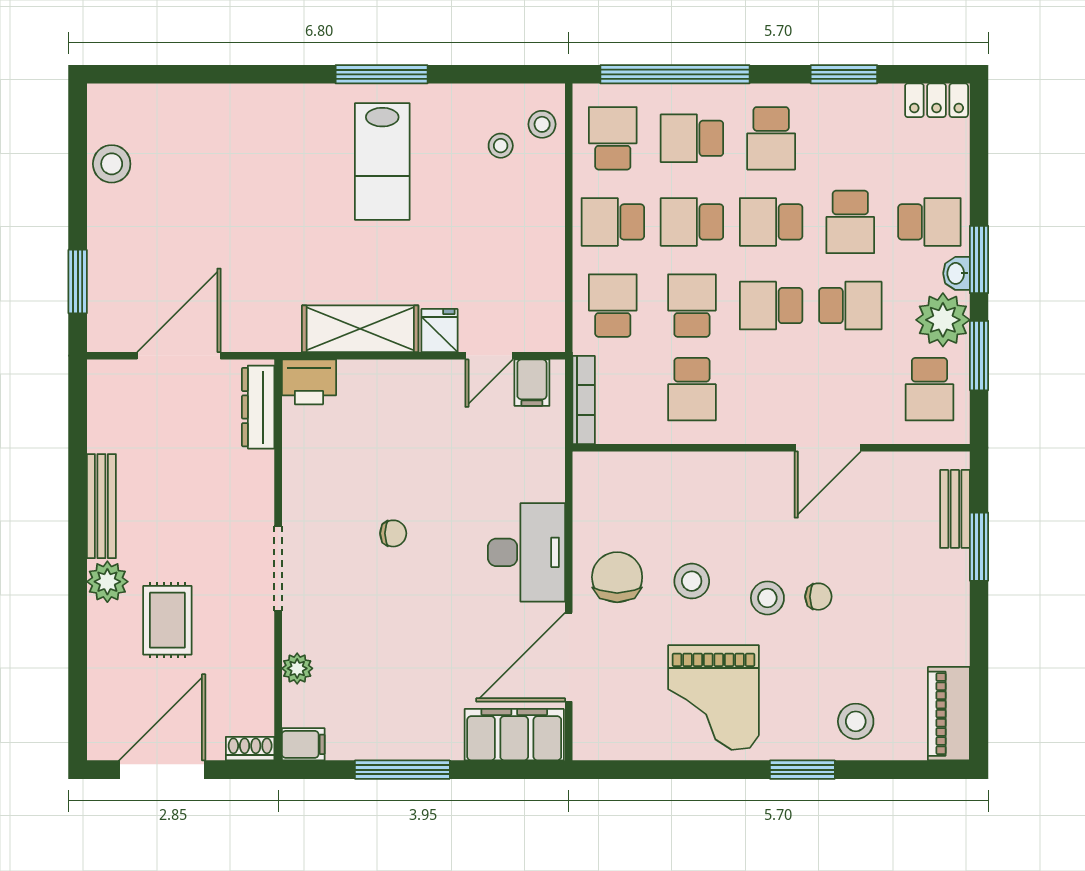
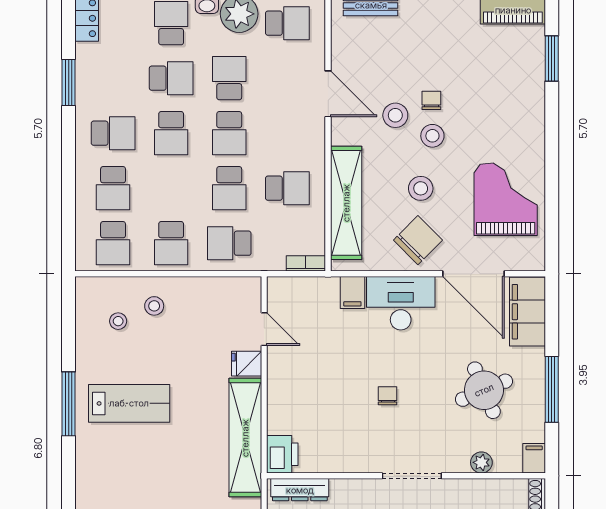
window: (675, 74) -> (69, 200), removed
stool: (542, 124) -> (154, 306), moved
school desk: (613, 138) -> (113, 243), turned -90
school desk: (692, 222) -> (171, 188), removed
school desk: (692, 306) -> (229, 188), turned -90
shelving: (360, 329) -> (245, 438), width x1.47
filing cabinet: (532, 383) -> (352, 293), moved, turned 90
bookcase: (584, 400) -> (306, 263), width x0.64
shelving: (671, 474) -> (346, 203), added
chair: (617, 577) -> (418, 240), turned 135
round table: (401, 672) -> (484, 390), added
grand piano: (713, 698) -> (506, 199), moved, turned -90
stool: (856, 721) -> (395, 115), moved
window: (802, 770) -> (552, 58), moved

